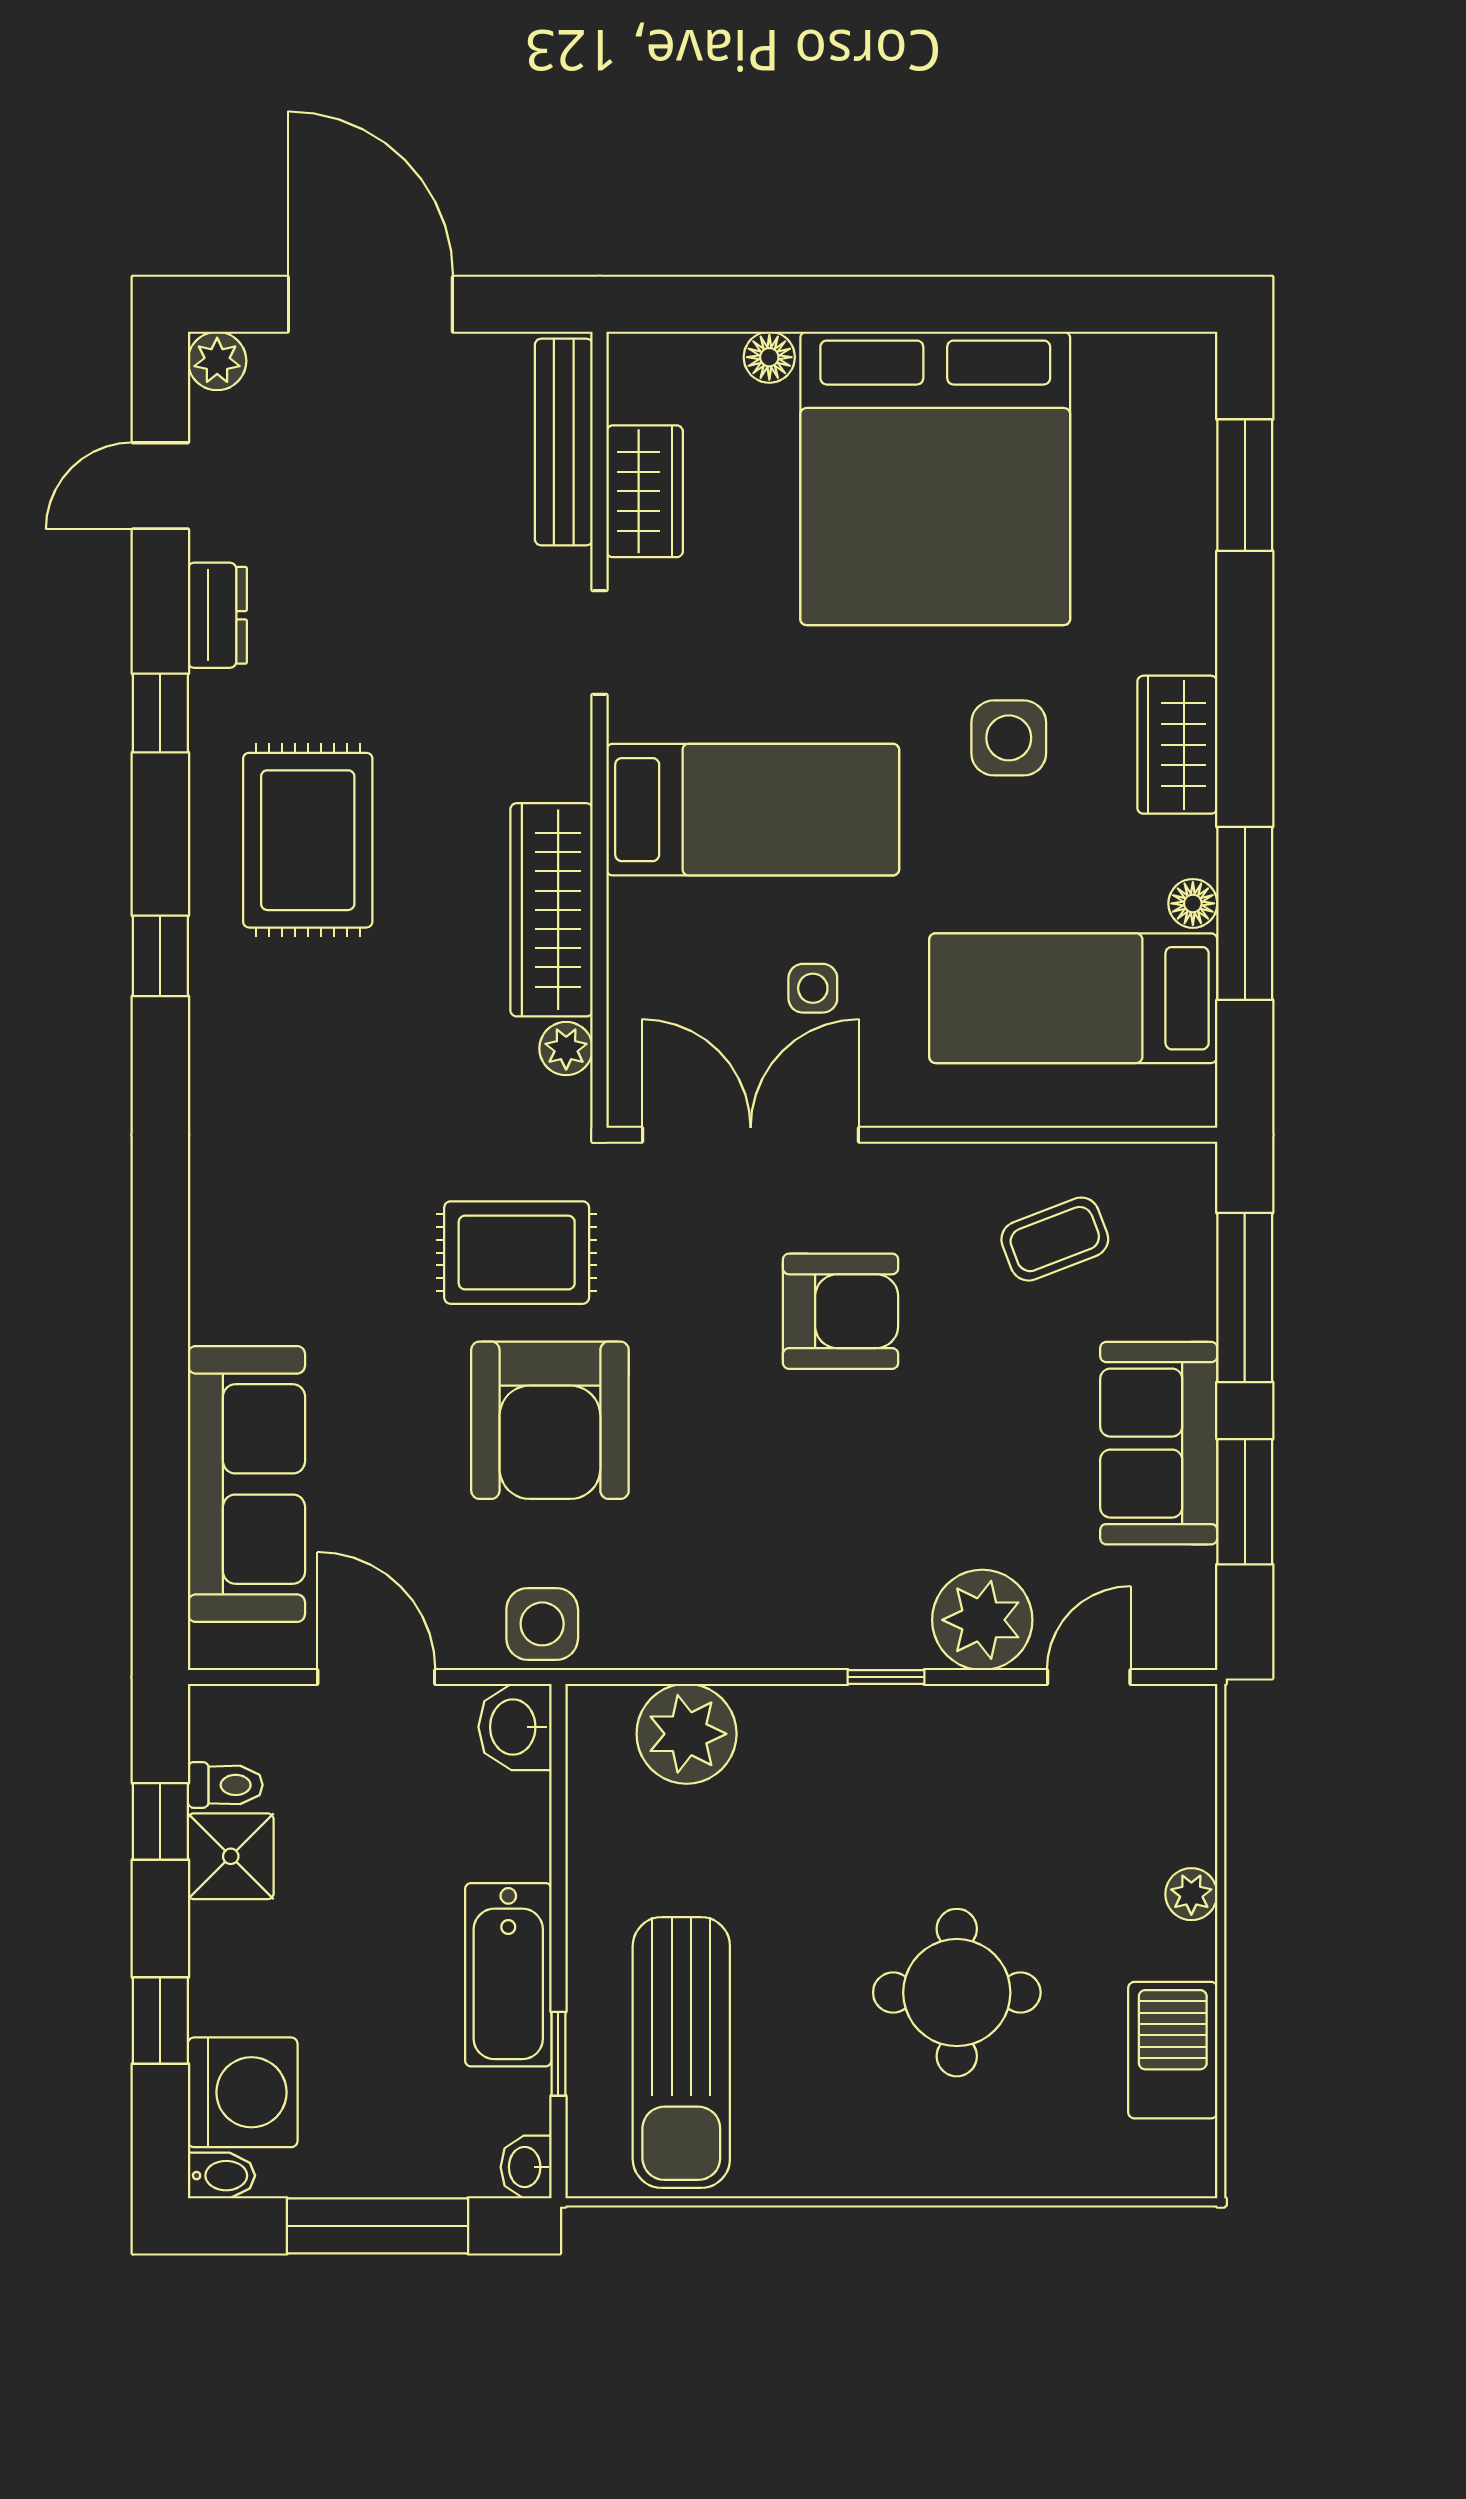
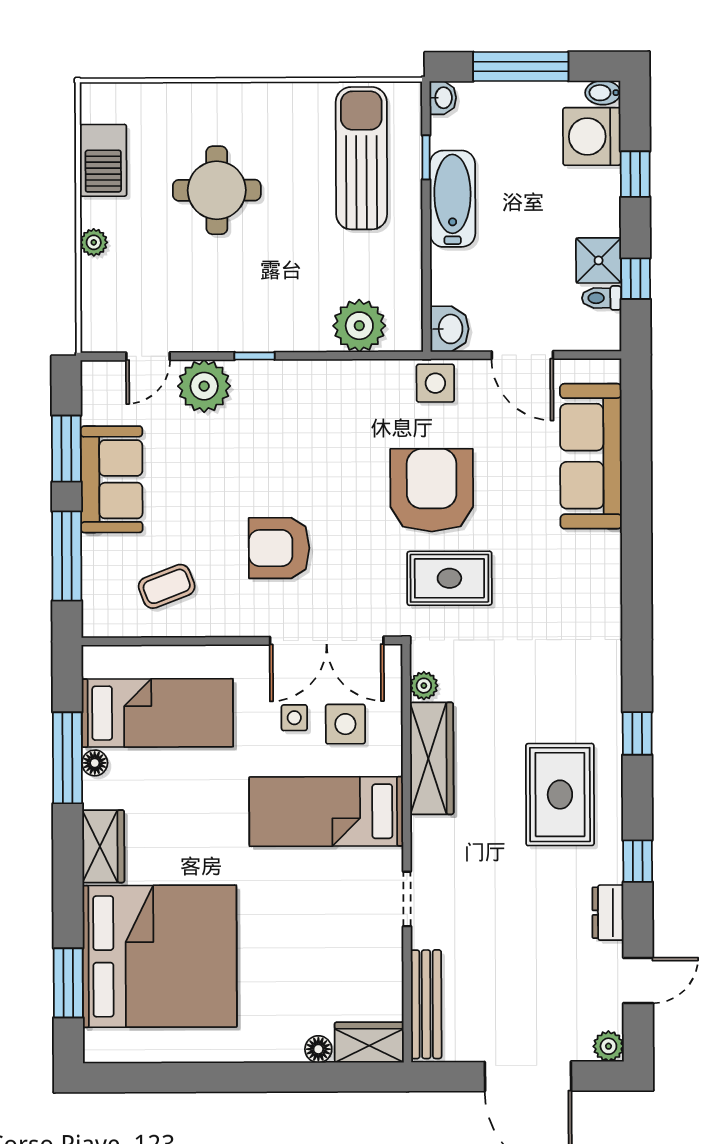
bed: (935, 478) -> (160, 956), moved, turned 90
wardrobe: (645, 491) -> (369, 1042), moved, turned 90
side table: (1009, 738) -> (345, 724), moved

